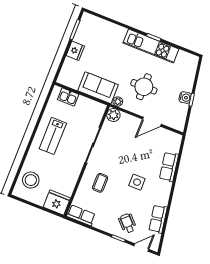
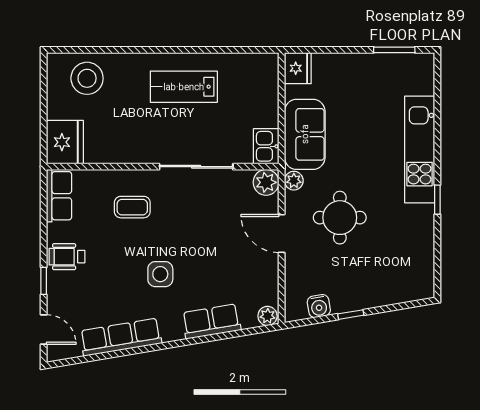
kitchen unit: (151, 46) -> (420, 149), moved
fridge: (75, 51) -> (298, 68), moved, turned -90
kitchen sink: (68, 97) -> (266, 146), moved
water cooler: (185, 98) -> (319, 306), moved
door: (152, 122) -> (282, 234), moved
plant: (177, 139) -> (268, 316), added
row of seats: (158, 219) -> (121, 337), width x1.48
wheelchair: (127, 223) -> (67, 257), moved, turned -136

